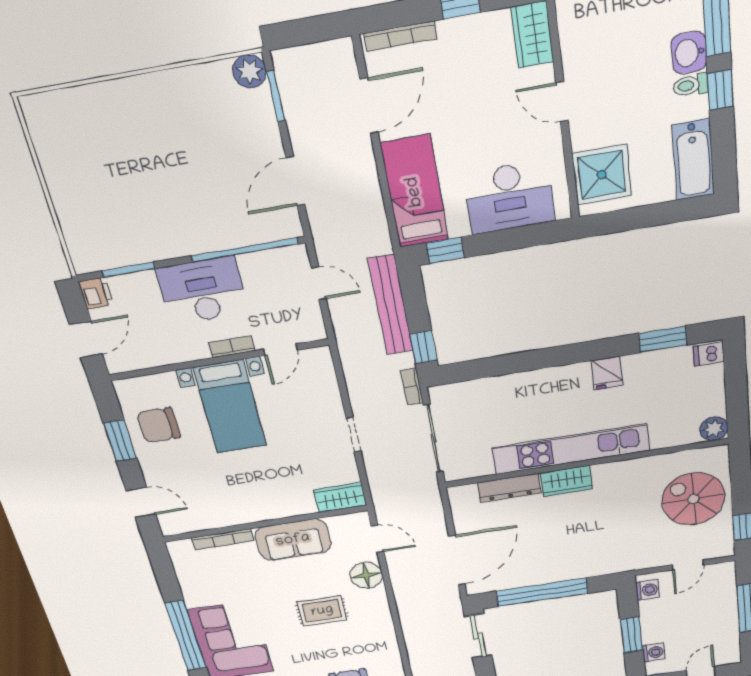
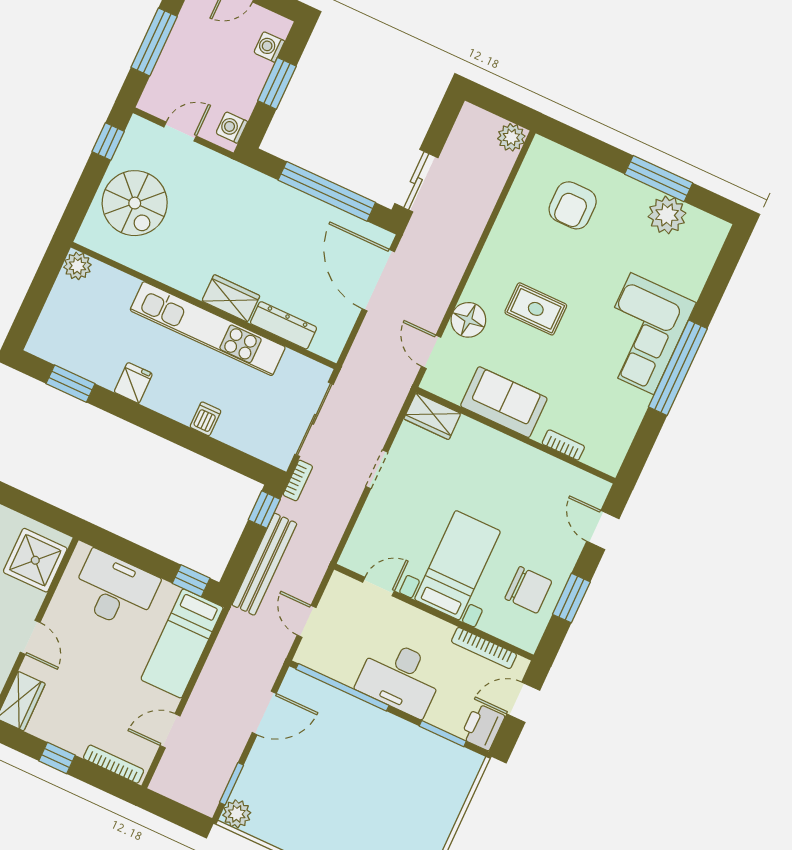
door: (369, 106) -> (170, 731), width x0.73
printer: (96, 293) -> (483, 727), width x1.36, depth x1.24
bookcase: (232, 347) -> (484, 648), moved, width x1.56
dishwasher: (709, 354) -> (205, 419), moved, turned -90
bookcase: (223, 539) -> (563, 445), width x0.64
door: (457, 560) -> (378, 280), hinge flipped

